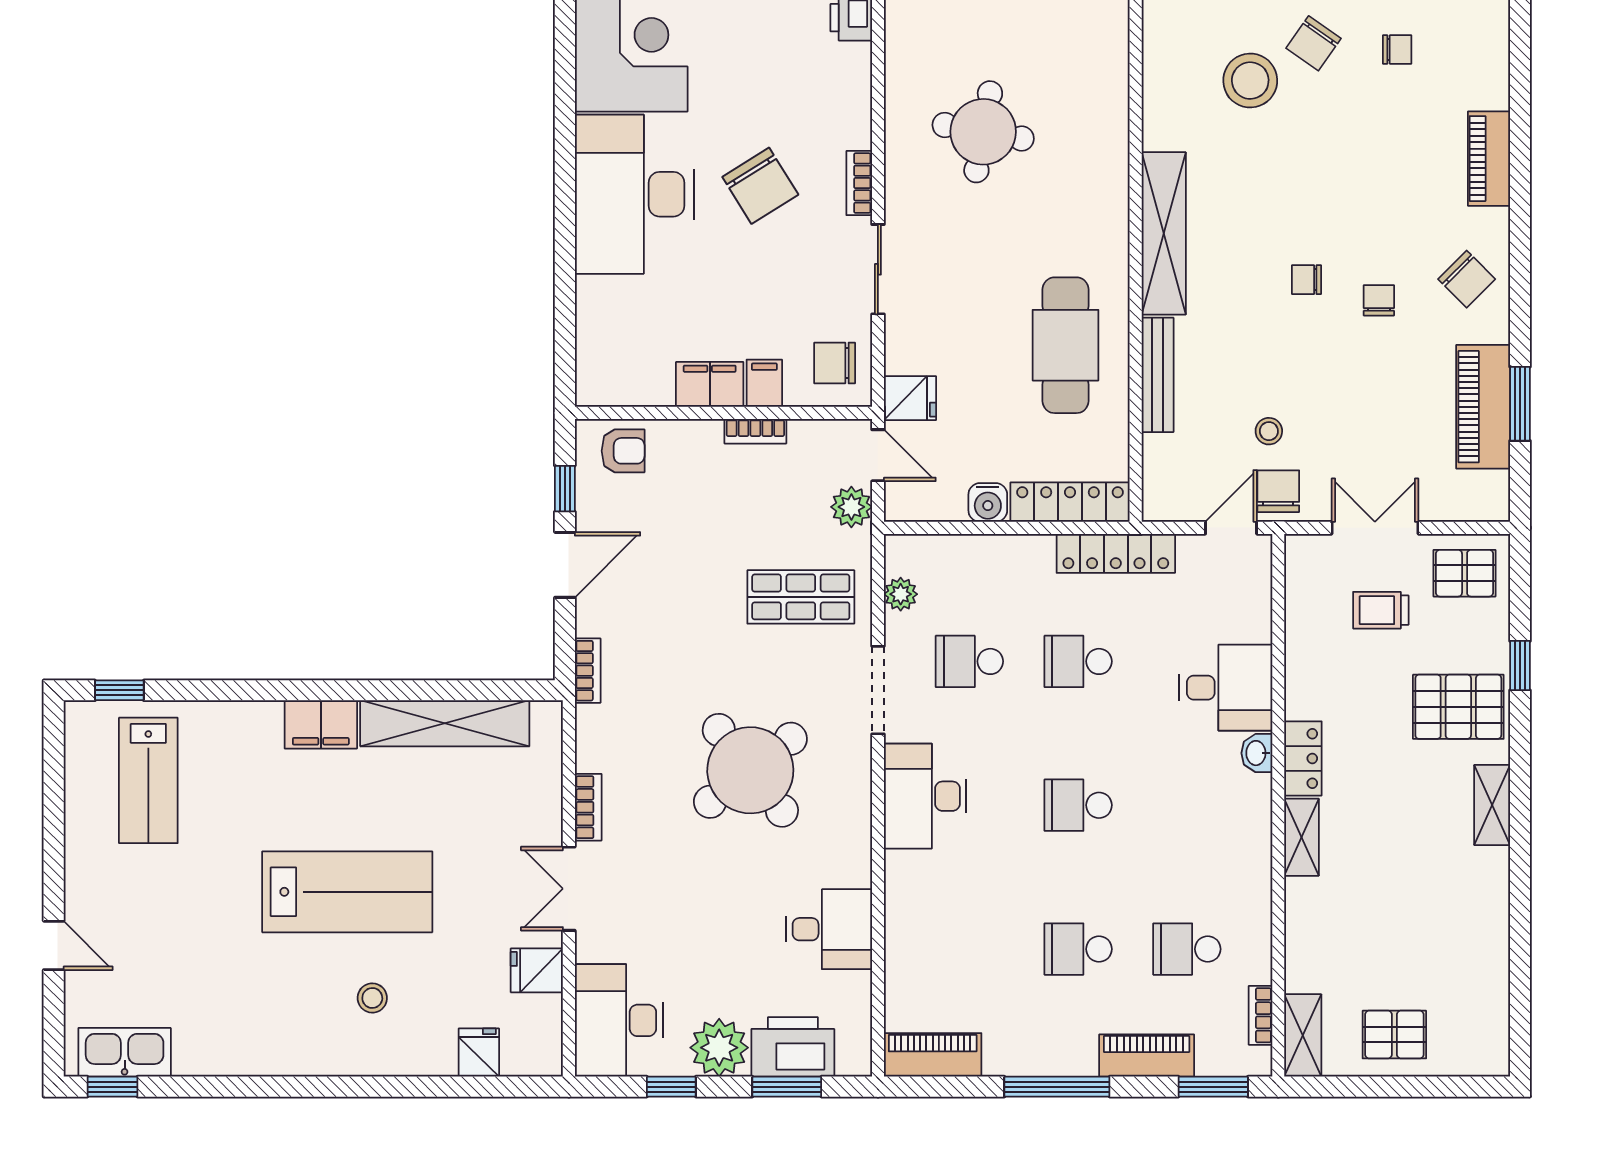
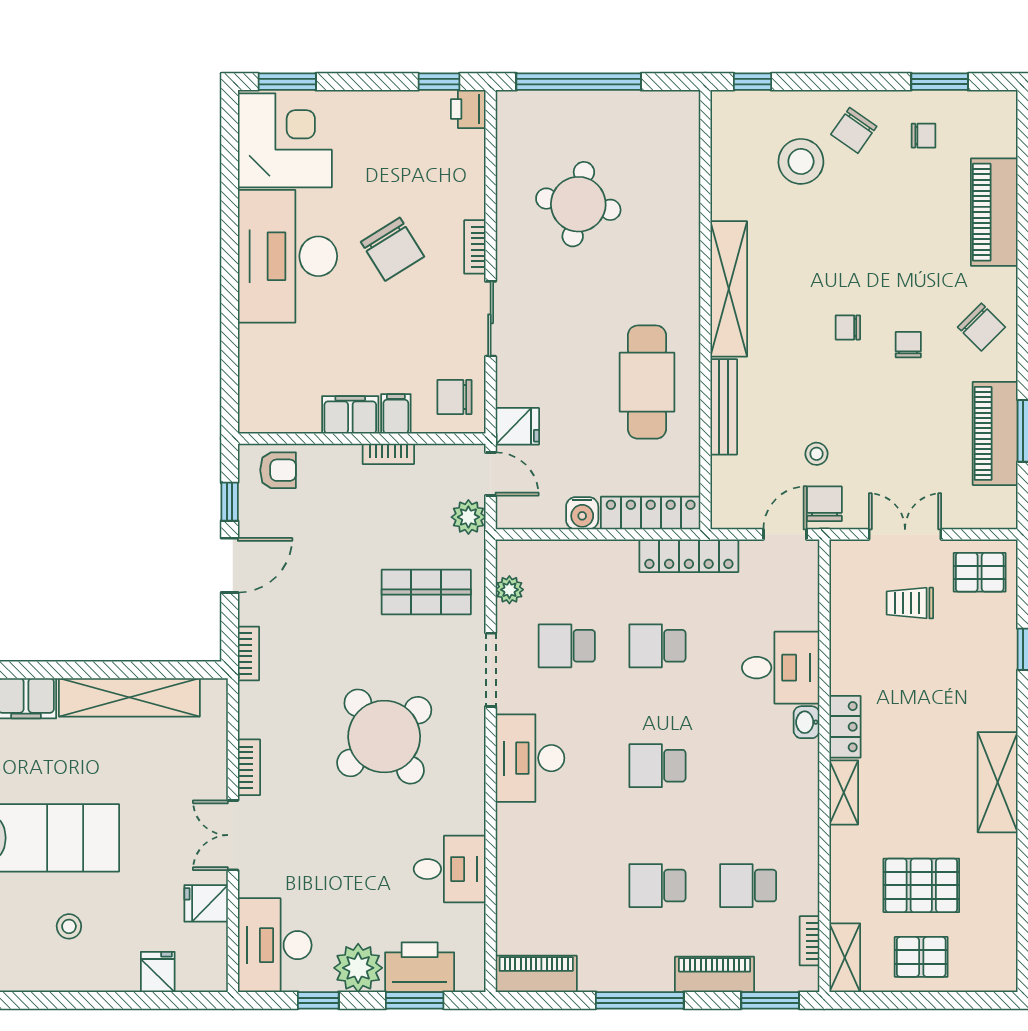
piano: (1489, 159) -> (994, 212), width x1.37, depth x1.33
pallet: (1458, 707) -> (921, 885), moved
shelving: (1492, 805) -> (998, 782), width x1.50, depth x1.33

